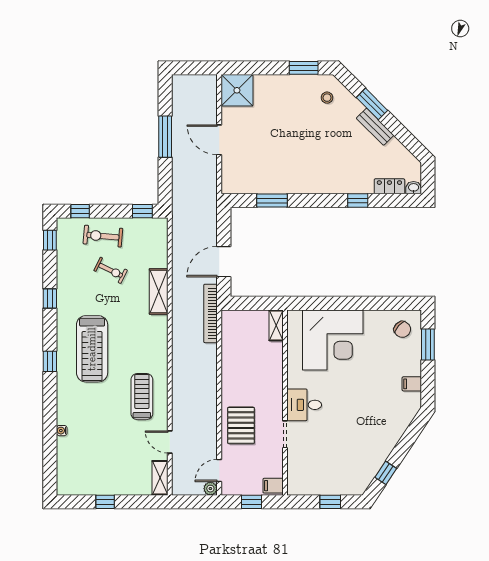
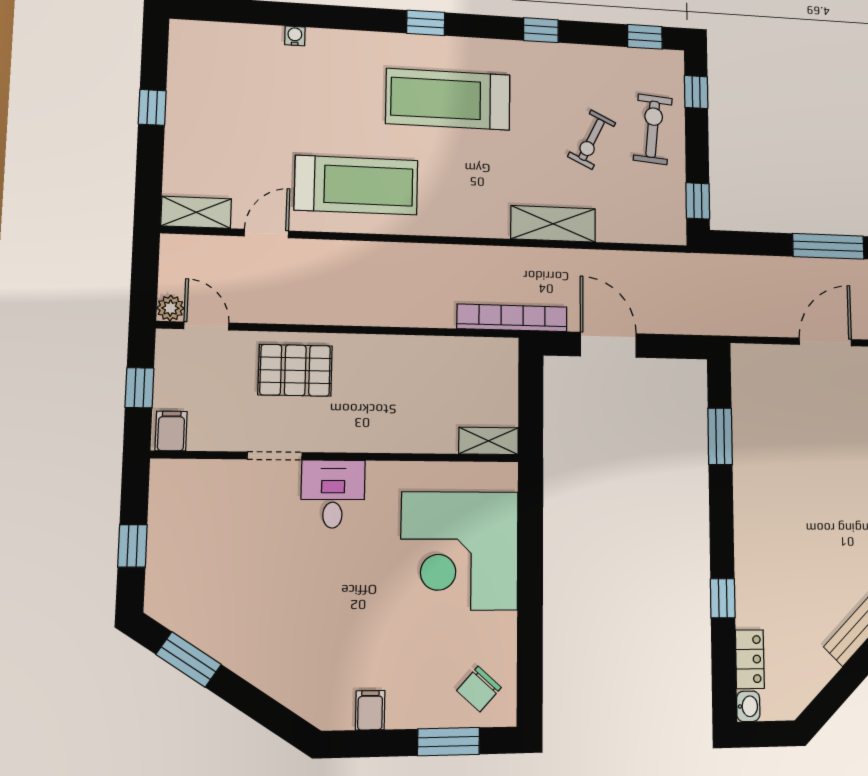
treadmill: (142, 397) -> (356, 185), width x1.37, depth x1.37
window: (386, 473) -> (189, 659), width x1.50

